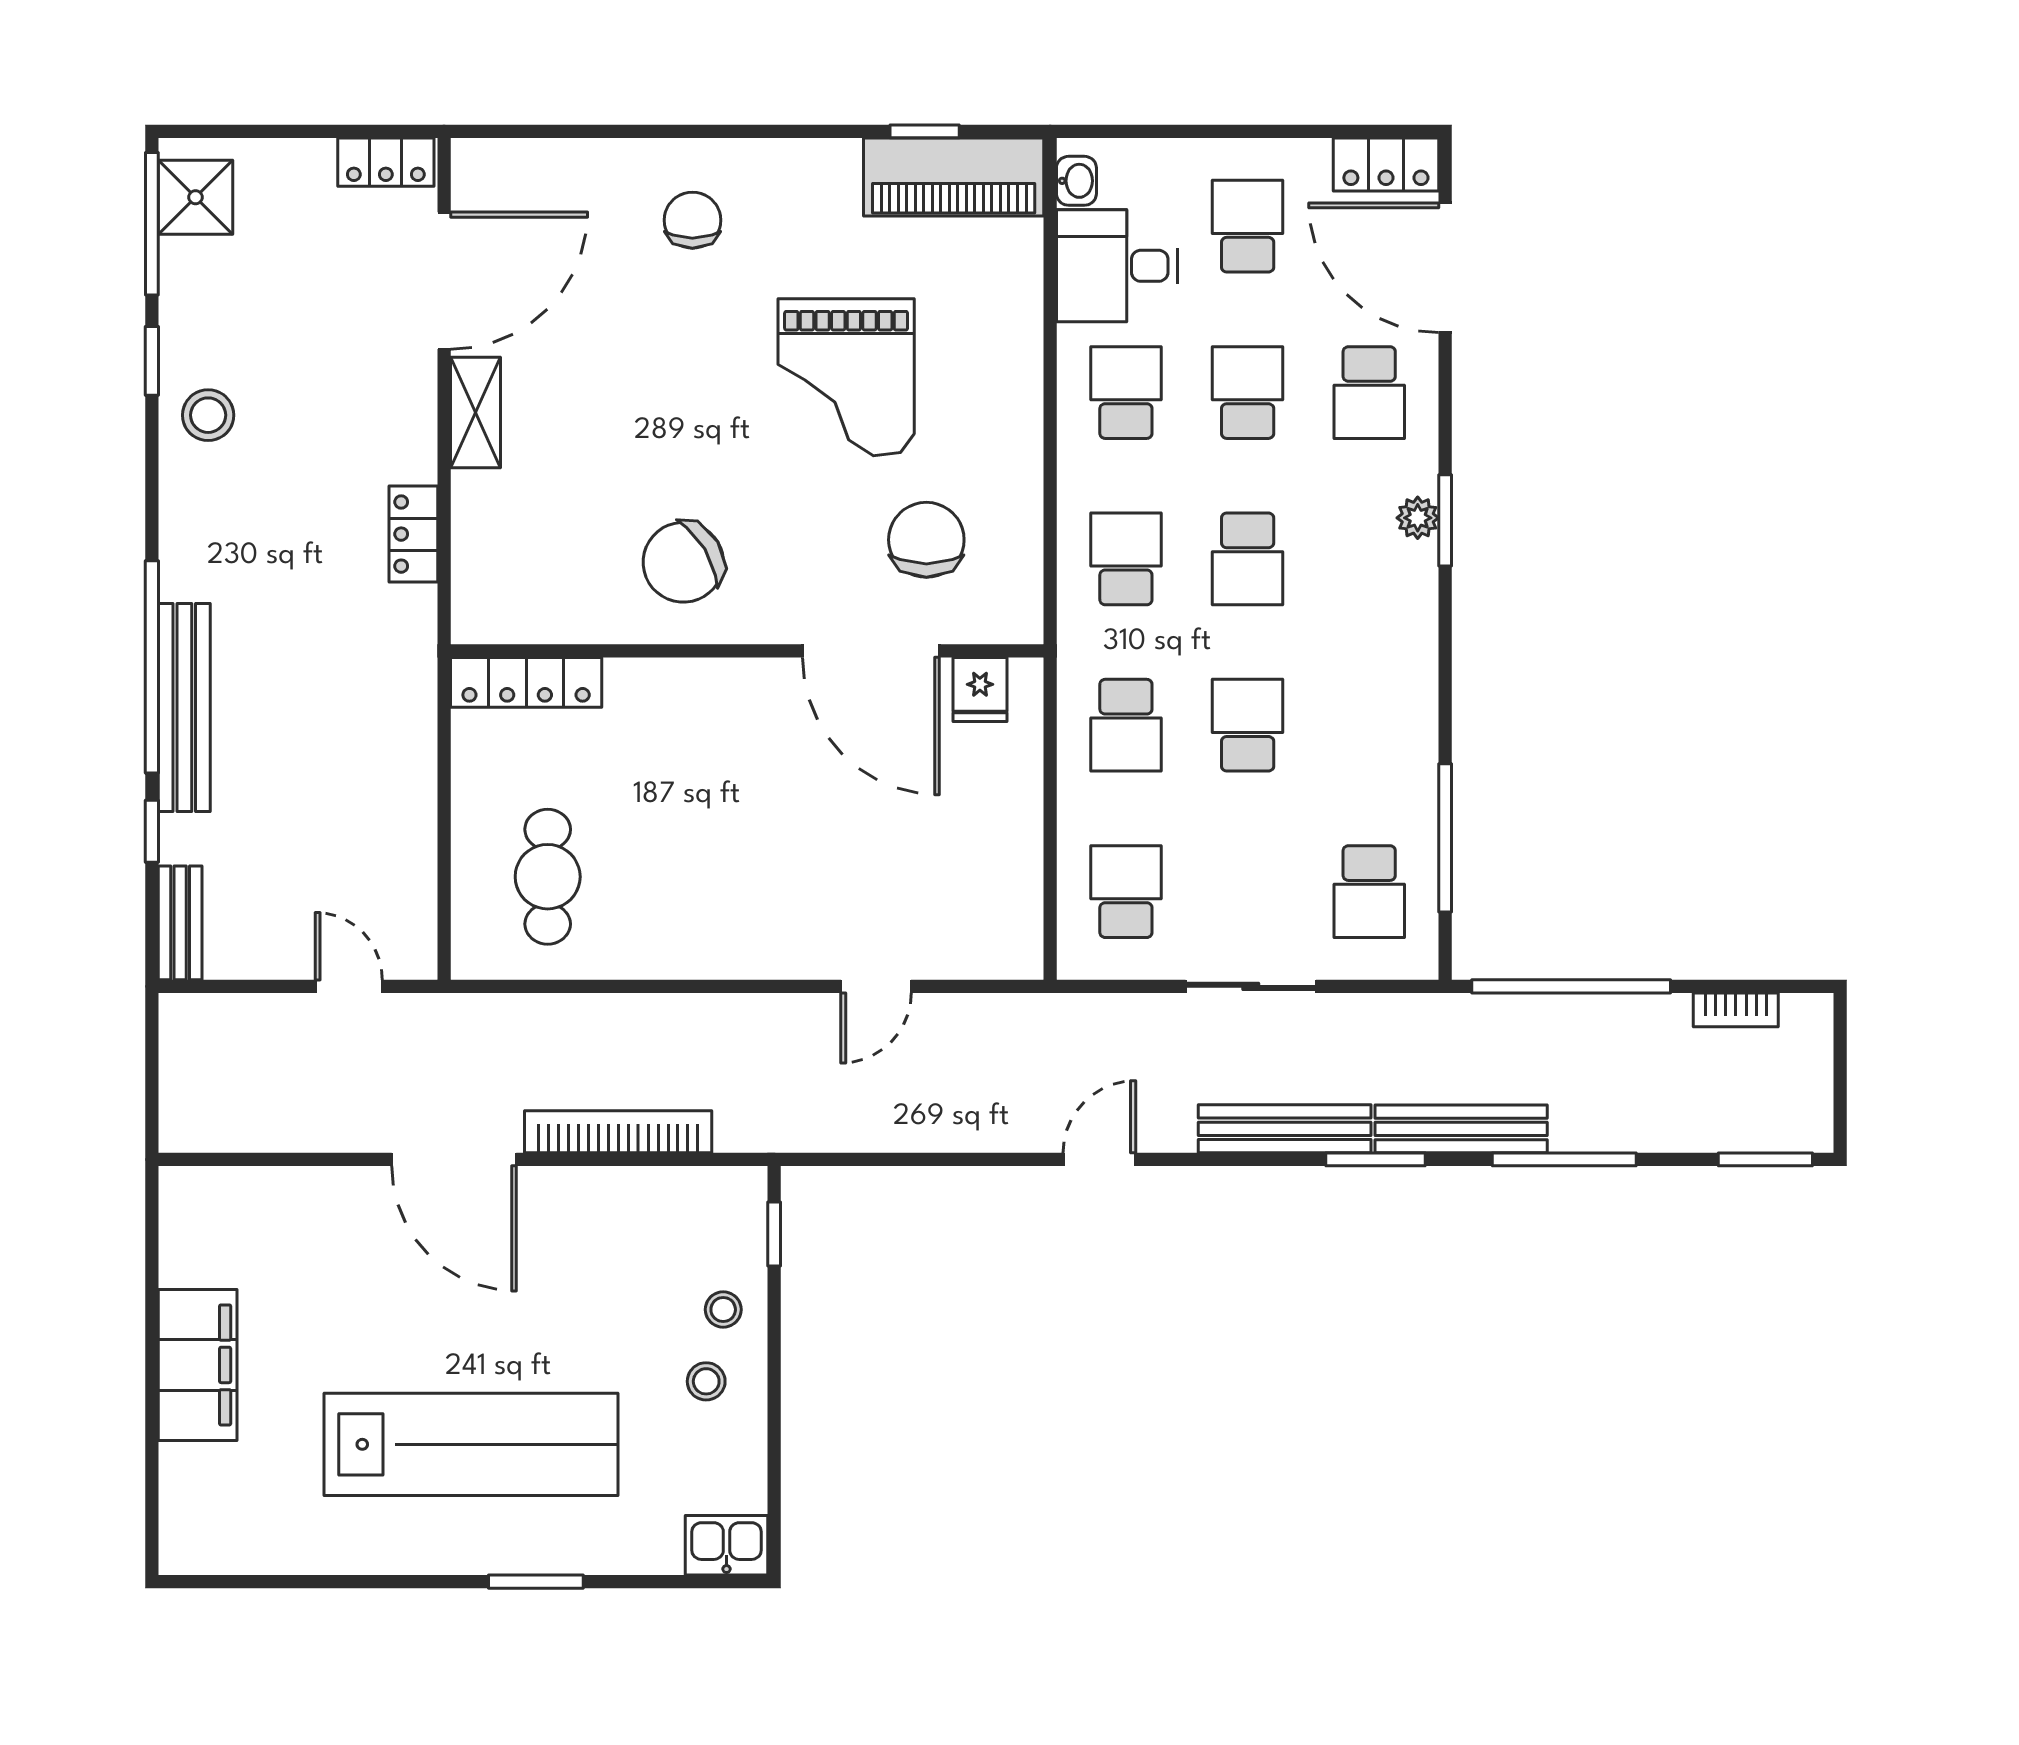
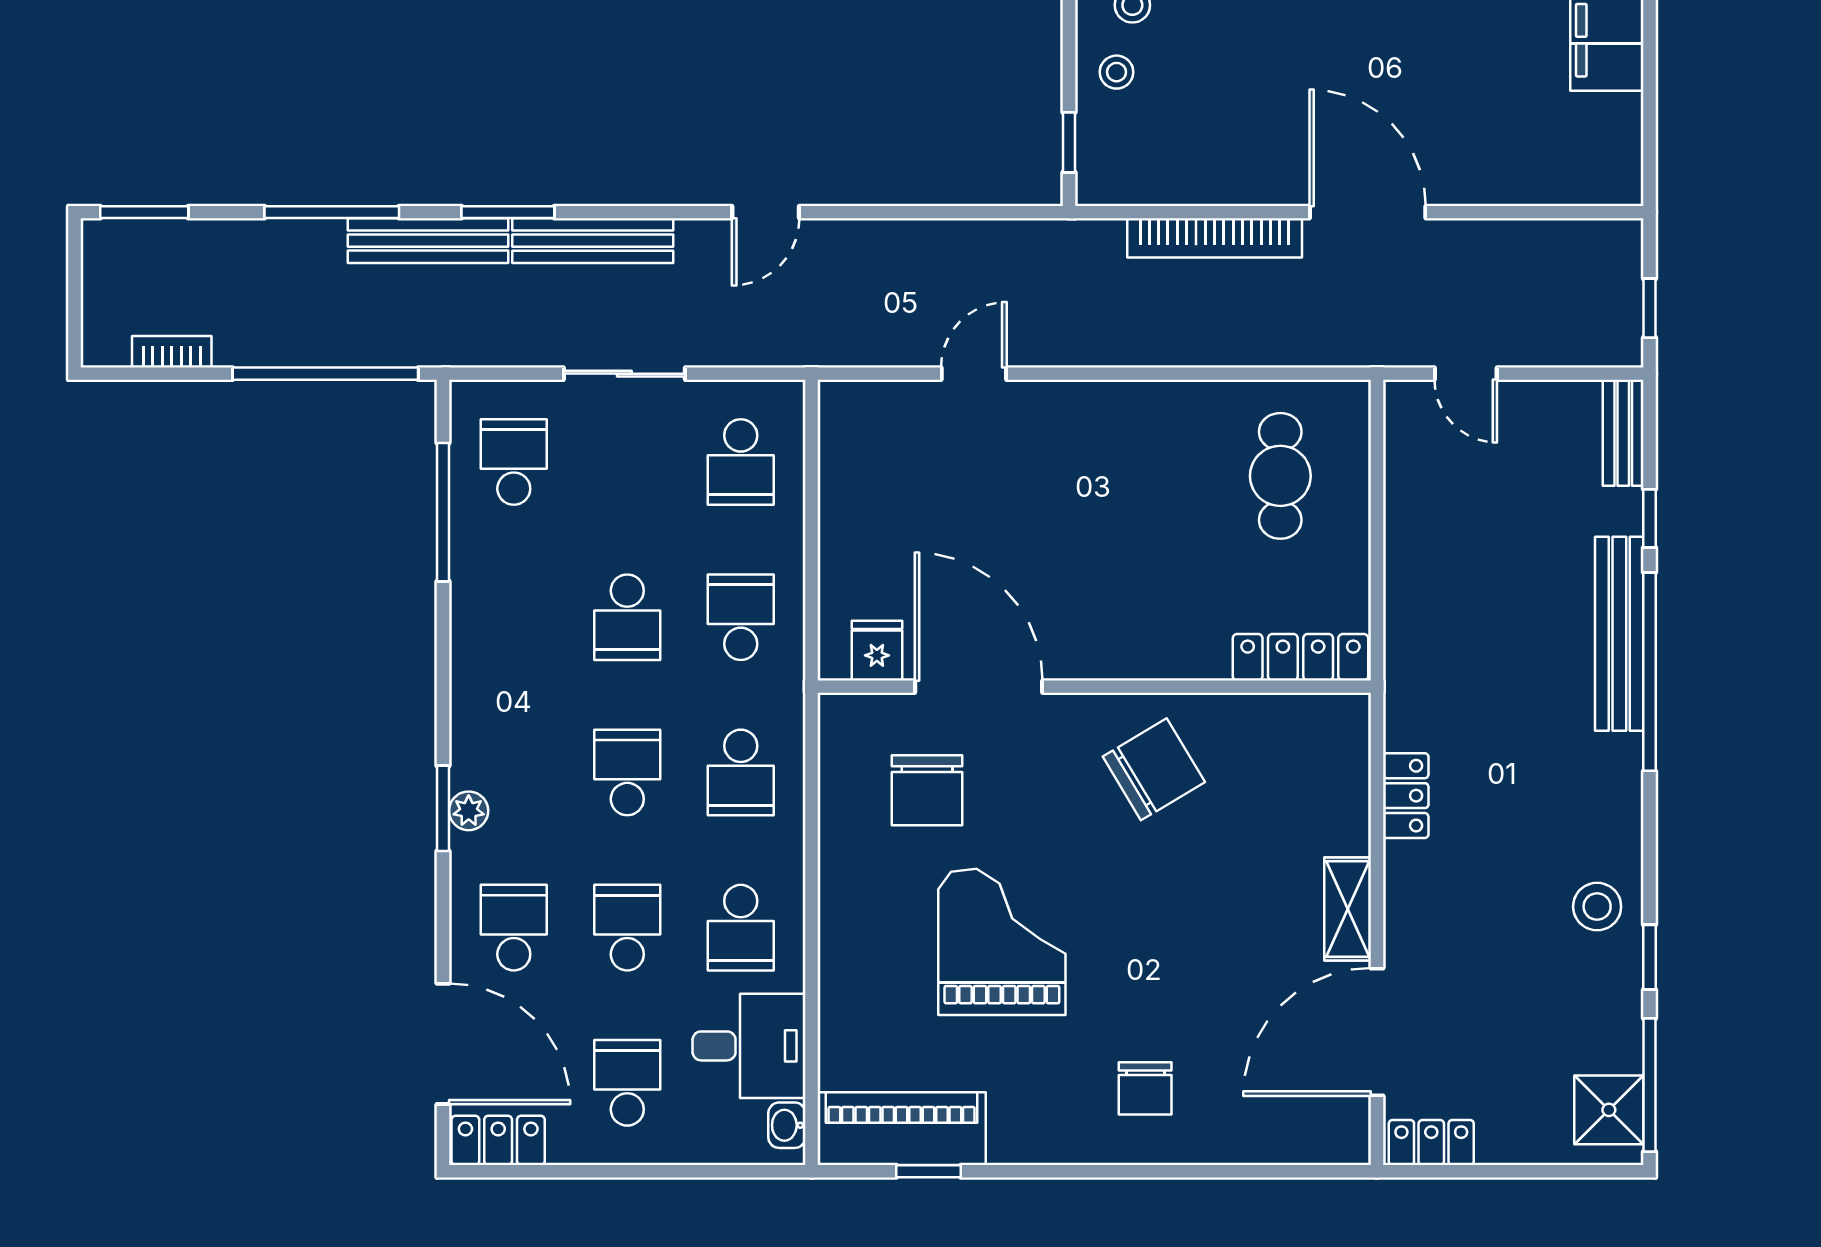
school desk: (1248, 226) -> (627, 1083), turned 180
school desk: (1248, 393) -> (627, 928), turned 180
window: (152, 1057) -> (1650, 308), added

